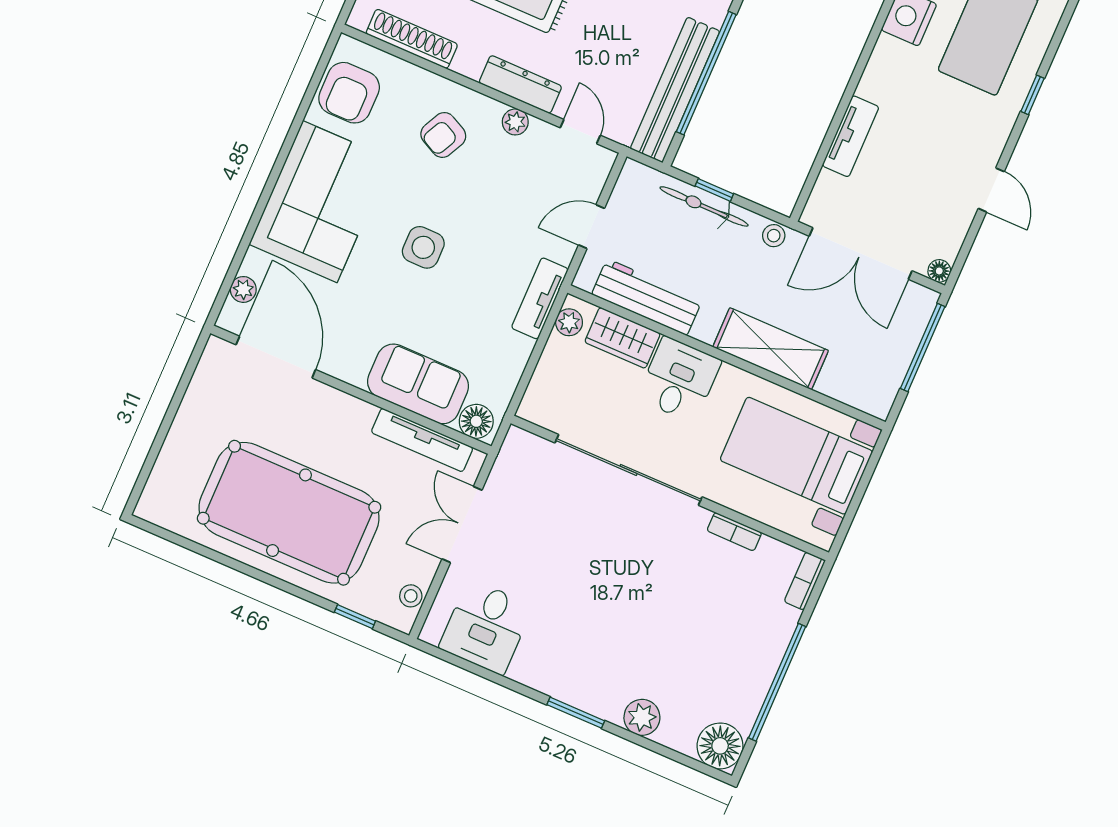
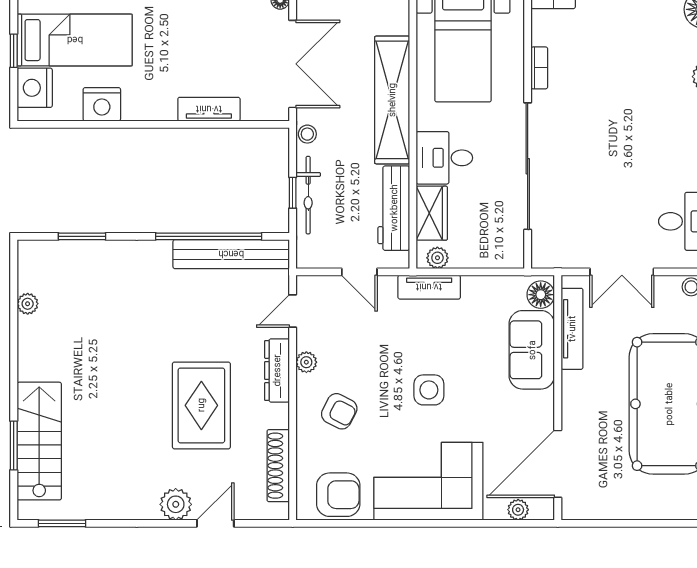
shelving: (771, 349) -> (392, 100), width x1.47

